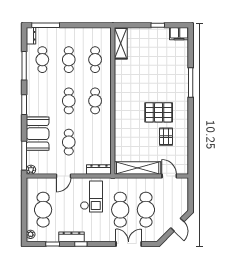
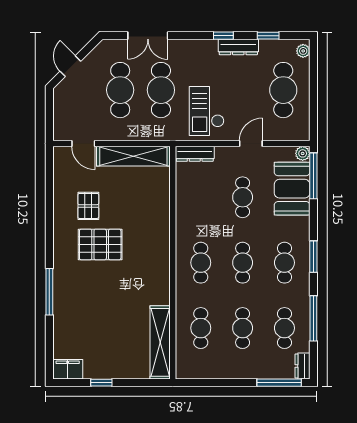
shelving: (121, 43) -> (160, 342), width x1.47
cafe table: (42, 101) -> (284, 263), added
booth: (38, 134) -> (292, 189), moved

